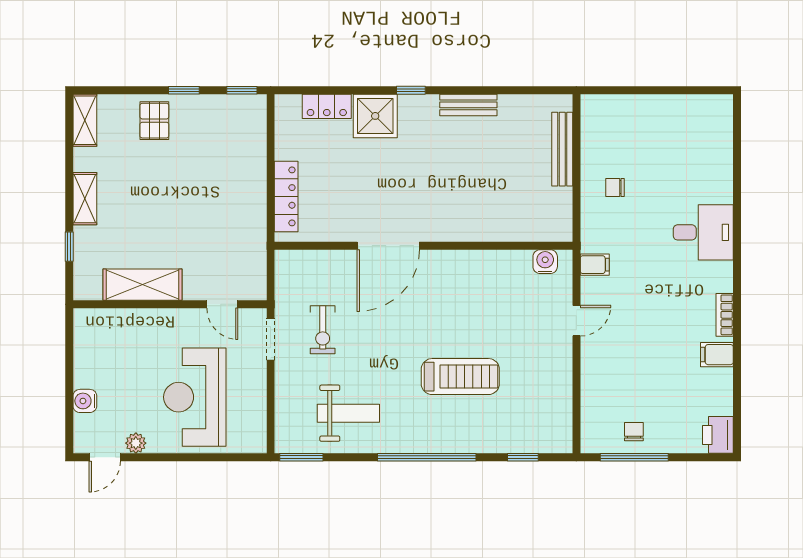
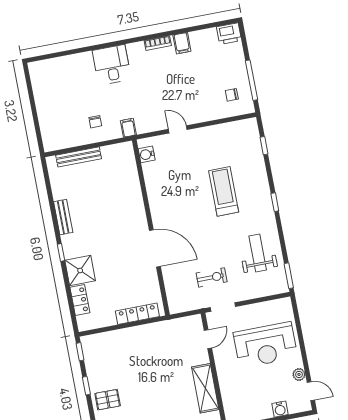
filing cabinet: (595, 265) -> (128, 128), moved
chair: (634, 432) -> (232, 95), moved
window: (427, 457) -> (275, 202), width x0.32

